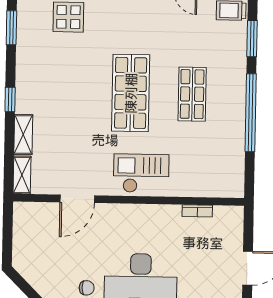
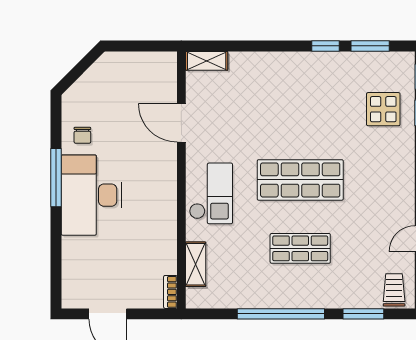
window: (10, 99) -> (325, 46), moved
shelving: (23, 134) -> (196, 264), moved, turned 90
bookcase: (197, 211) -> (170, 292), moved

